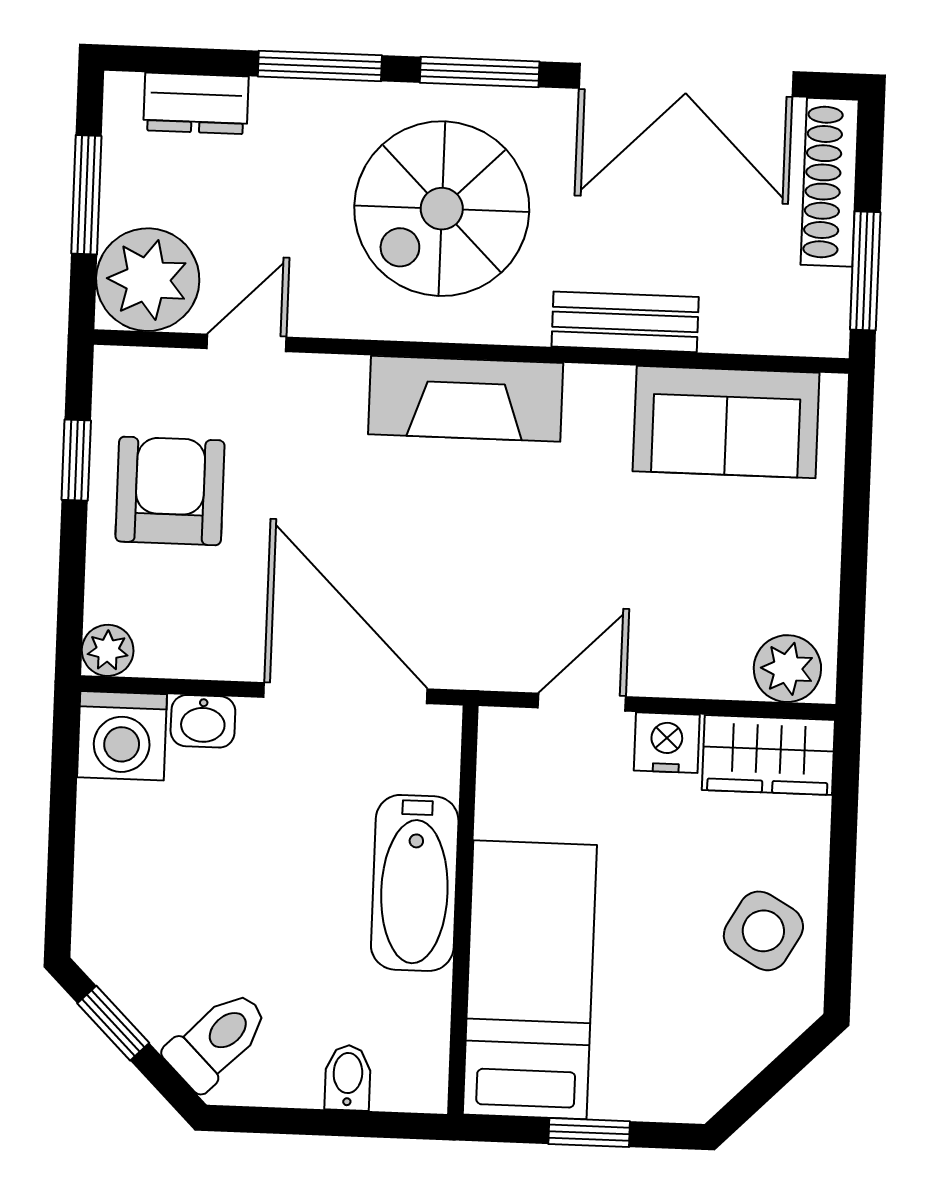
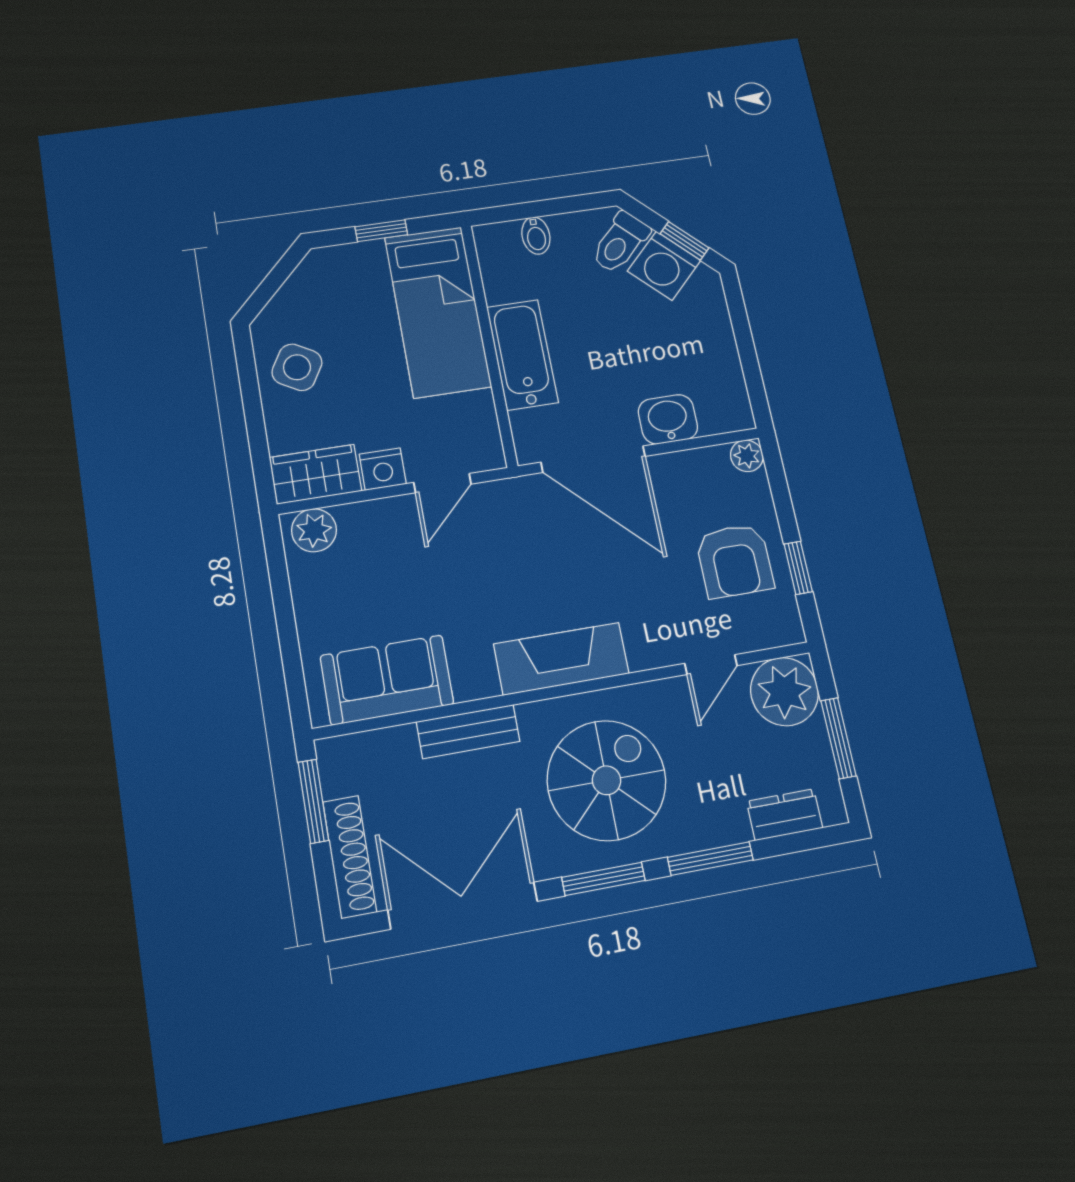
washbasin: (203, 721) -> (668, 419), width x1.38, depth x1.45
washing machine: (122, 736) -> (664, 266), moved, turned -135

